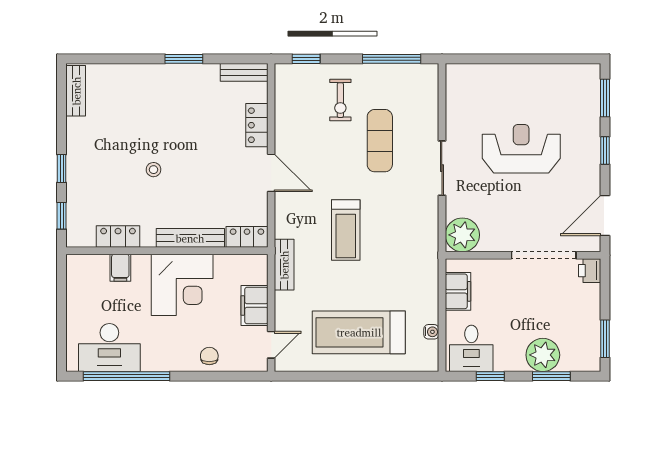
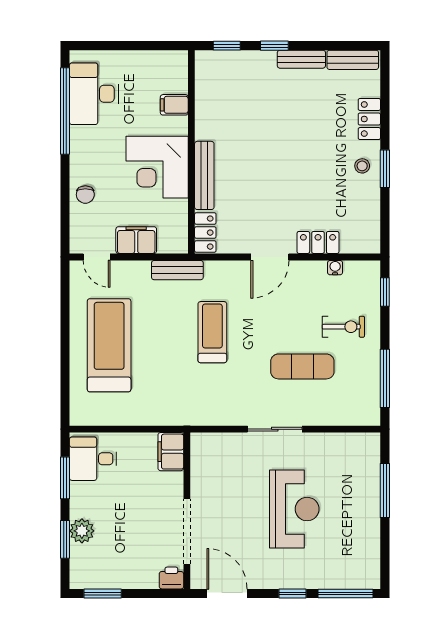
window: (503, 59) -> (385, 490), added
bench: (244, 72) -> (301, 59), moved, turned 90
window: (605, 98) -> (345, 594), width x1.44
exercise bike: (340, 100) -> (343, 327), turned 180
stool: (153, 170) -> (362, 166), moved
treadmill: (346, 230) -> (212, 332), turned 90
plant: (462, 235) -> (207, 450), removed
locker: (118, 237) -> (369, 119), moved, turned 180
filing cabinet: (458, 291) -> (171, 452), moved, turned 90
water cooler: (431, 332) -> (335, 268), moved, turned 180
plant: (543, 355) -> (82, 531), width x0.73, depth x0.73
chair: (209, 356) -> (85, 195), turned 90
window: (490, 376) -> (65, 478), width x1.50

